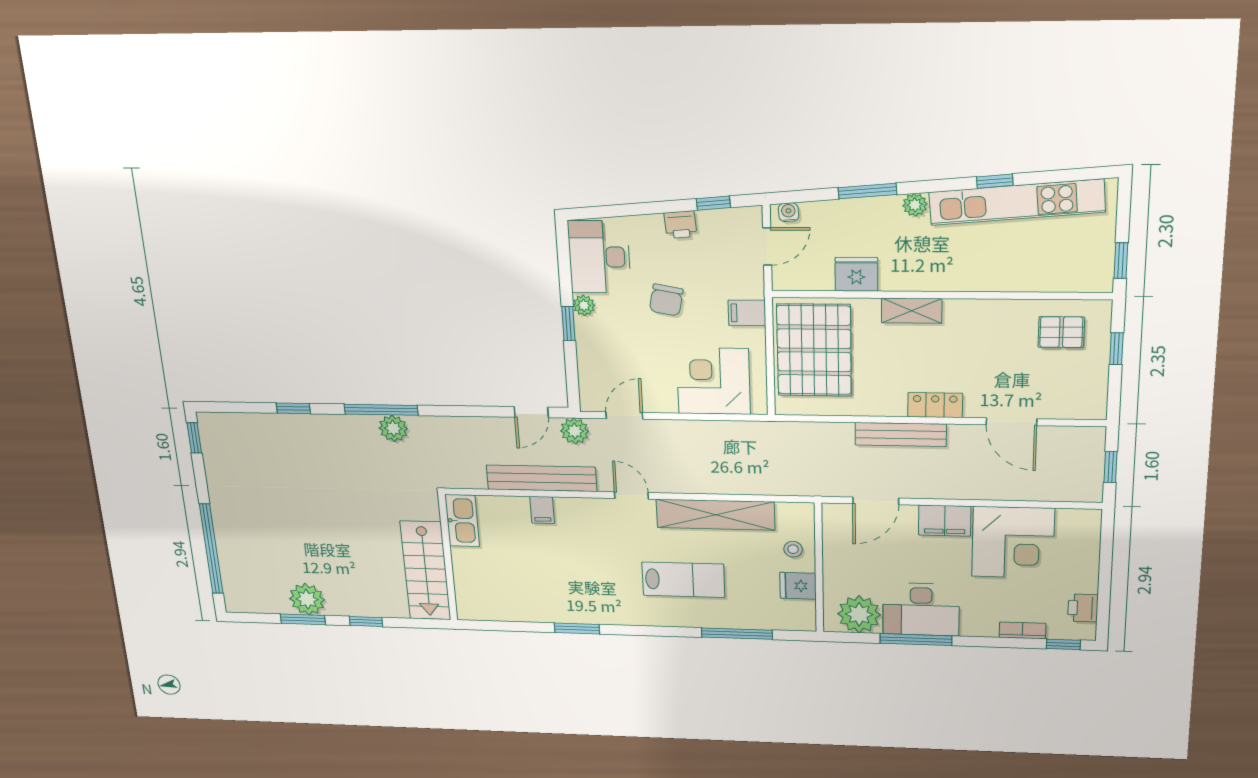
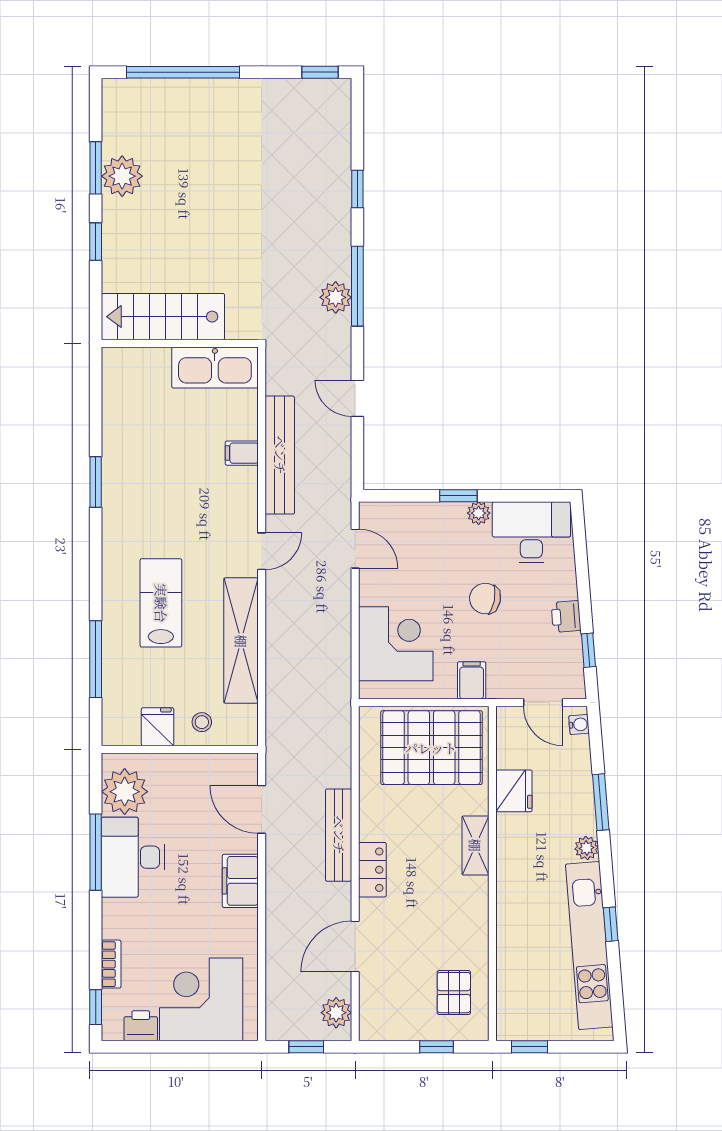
door: (531, 412) -> (357, 398), moved
plant: (575, 431) -> (336, 1013), moved
kitchen sink: (462, 521) -> (215, 367), width x1.36, depth x1.24
corner desk: (1013, 542) -> (201, 999), moved, turned 90
lab bench: (683, 580) -> (161, 603), turned 180

